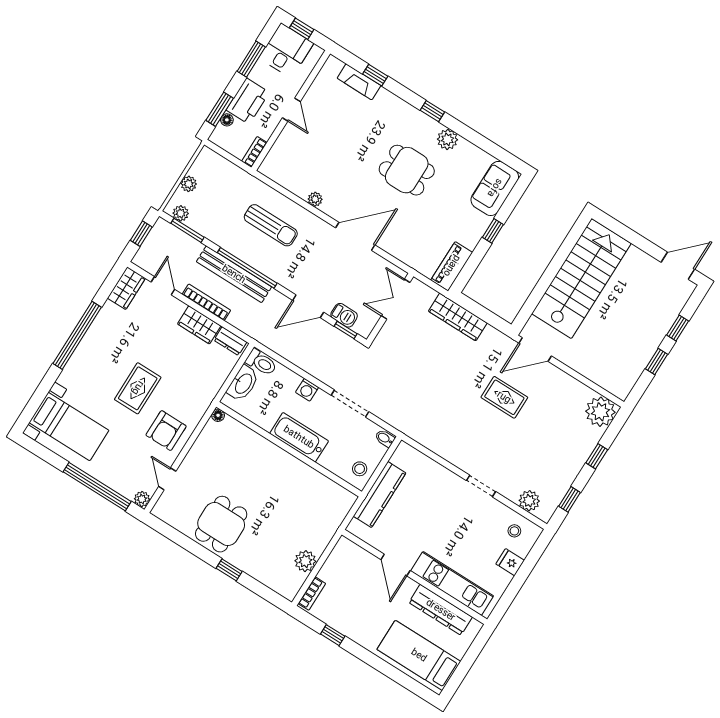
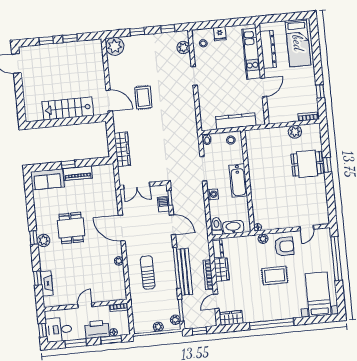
plant: (447, 139) -> (43, 240), moved
piano: (452, 266) -> (78, 173), moved
stairs: (581, 279) -> (68, 109), width x0.73, depth x0.66
plant: (142, 499) -> (263, 239), moved
dining table: (221, 524) -> (307, 164), moved

